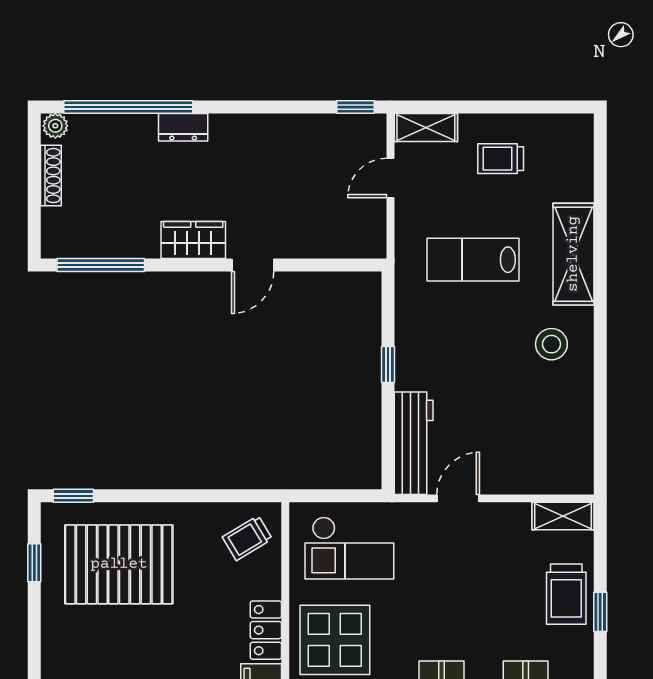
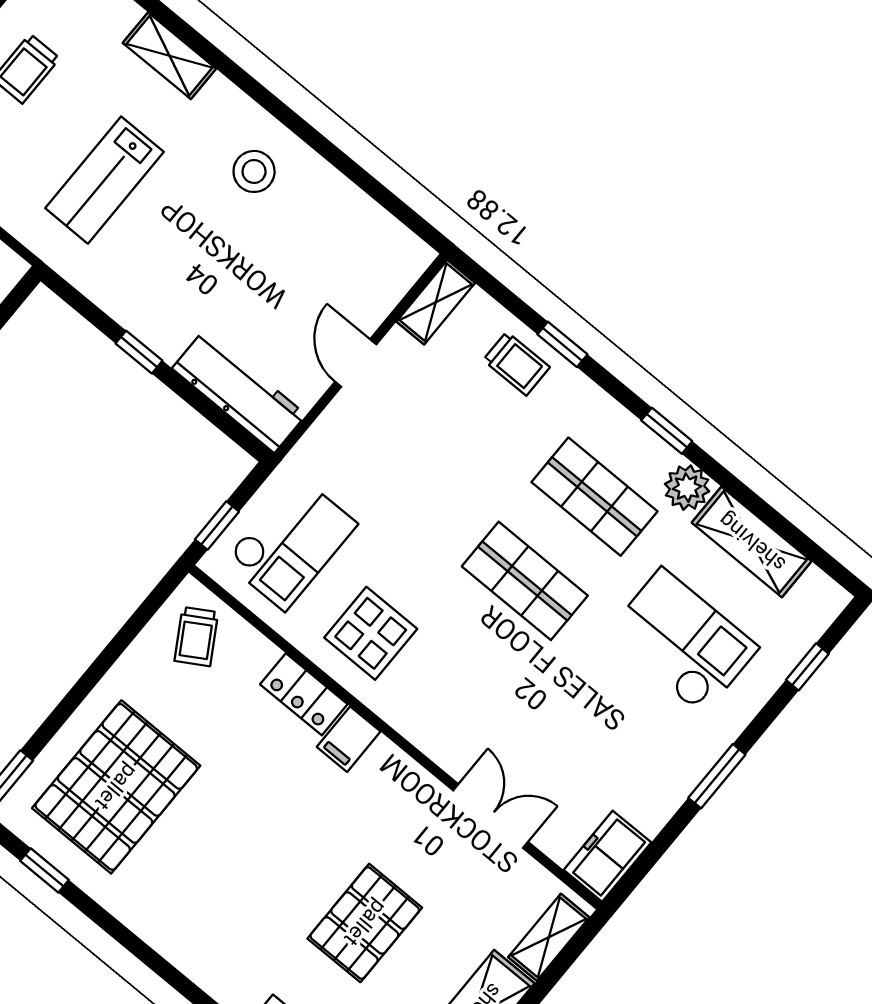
shelving: (573, 254) -> (169, 56), width x0.67, depth x0.75
window: (323, 496) -> (217, 526), added
door: (458, 498) -> (356, 363), moved
trolley: (566, 594) -> (516, 364), width x0.73, depth x0.72
display table: (335, 640) -> (371, 633), width x0.73, depth x0.73

